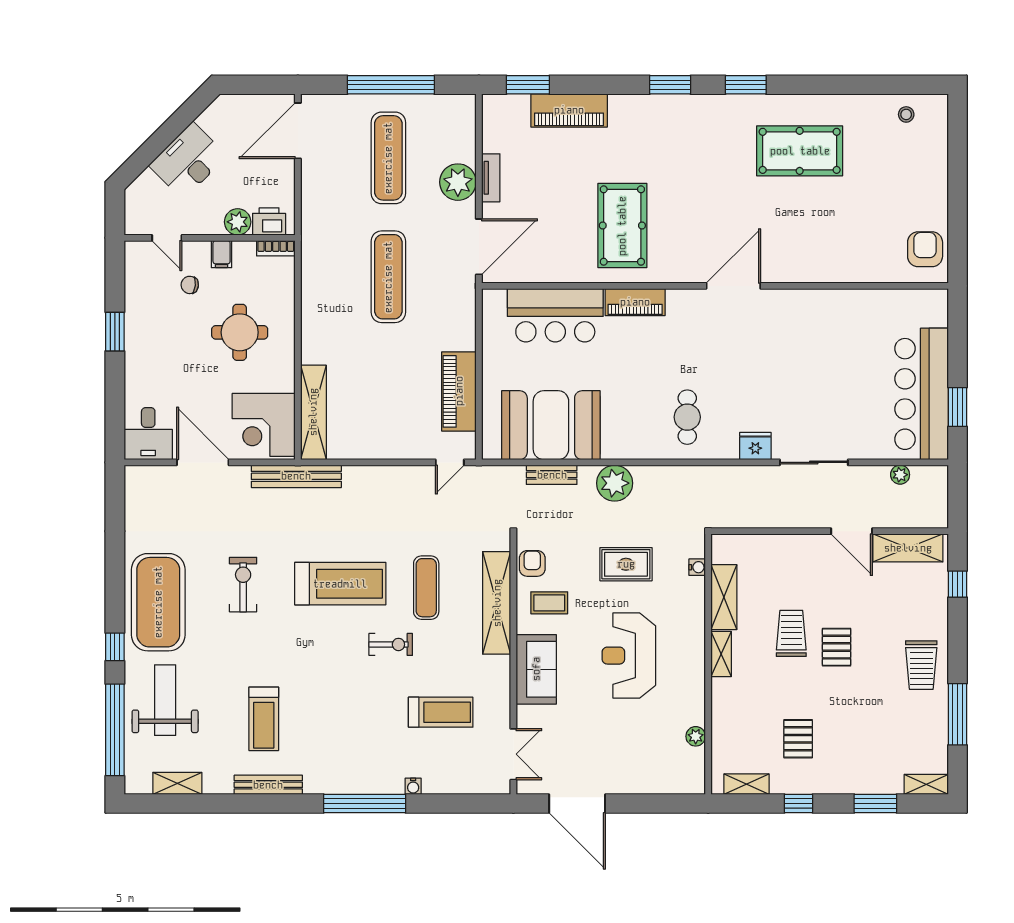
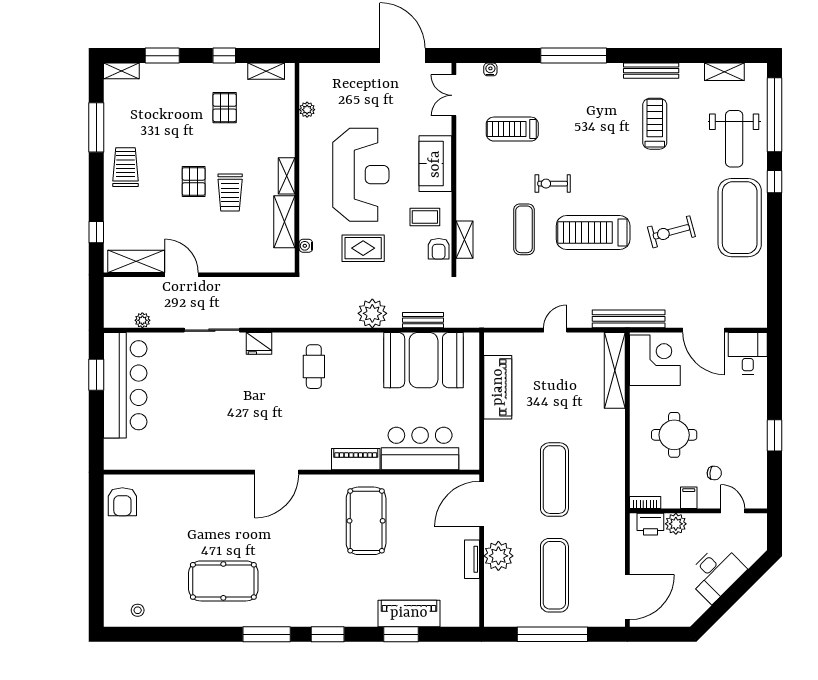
window: (528, 85) -> (401, 634), moved
window: (746, 85) -> (267, 634), width x1.44
door: (450, 462) -> (555, 330), moved
exercise bike: (243, 585) -> (671, 232), turned 75
shelving: (497, 603) -> (465, 240), width x0.45, depth x0.75
reception desk: (629, 656) -> (361, 175), width x1.36, depth x1.30
water cooler: (413, 786) -> (490, 69), moved

